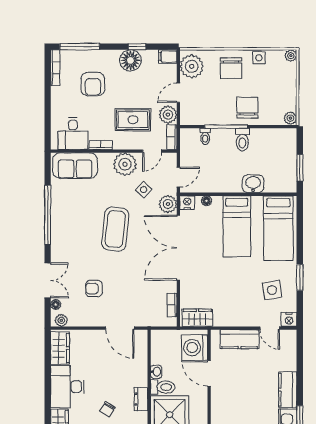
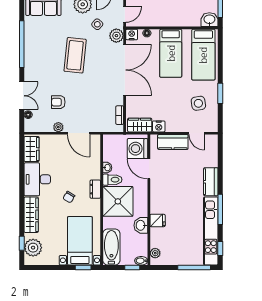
washbasin: (253, 184) -> (209, 20), moved
double door: (178, 248) -> (125, 70), swing flipped
nightstand: (289, 319) -> (159, 126), moved
plant: (61, 320) -> (58, 127), moved

